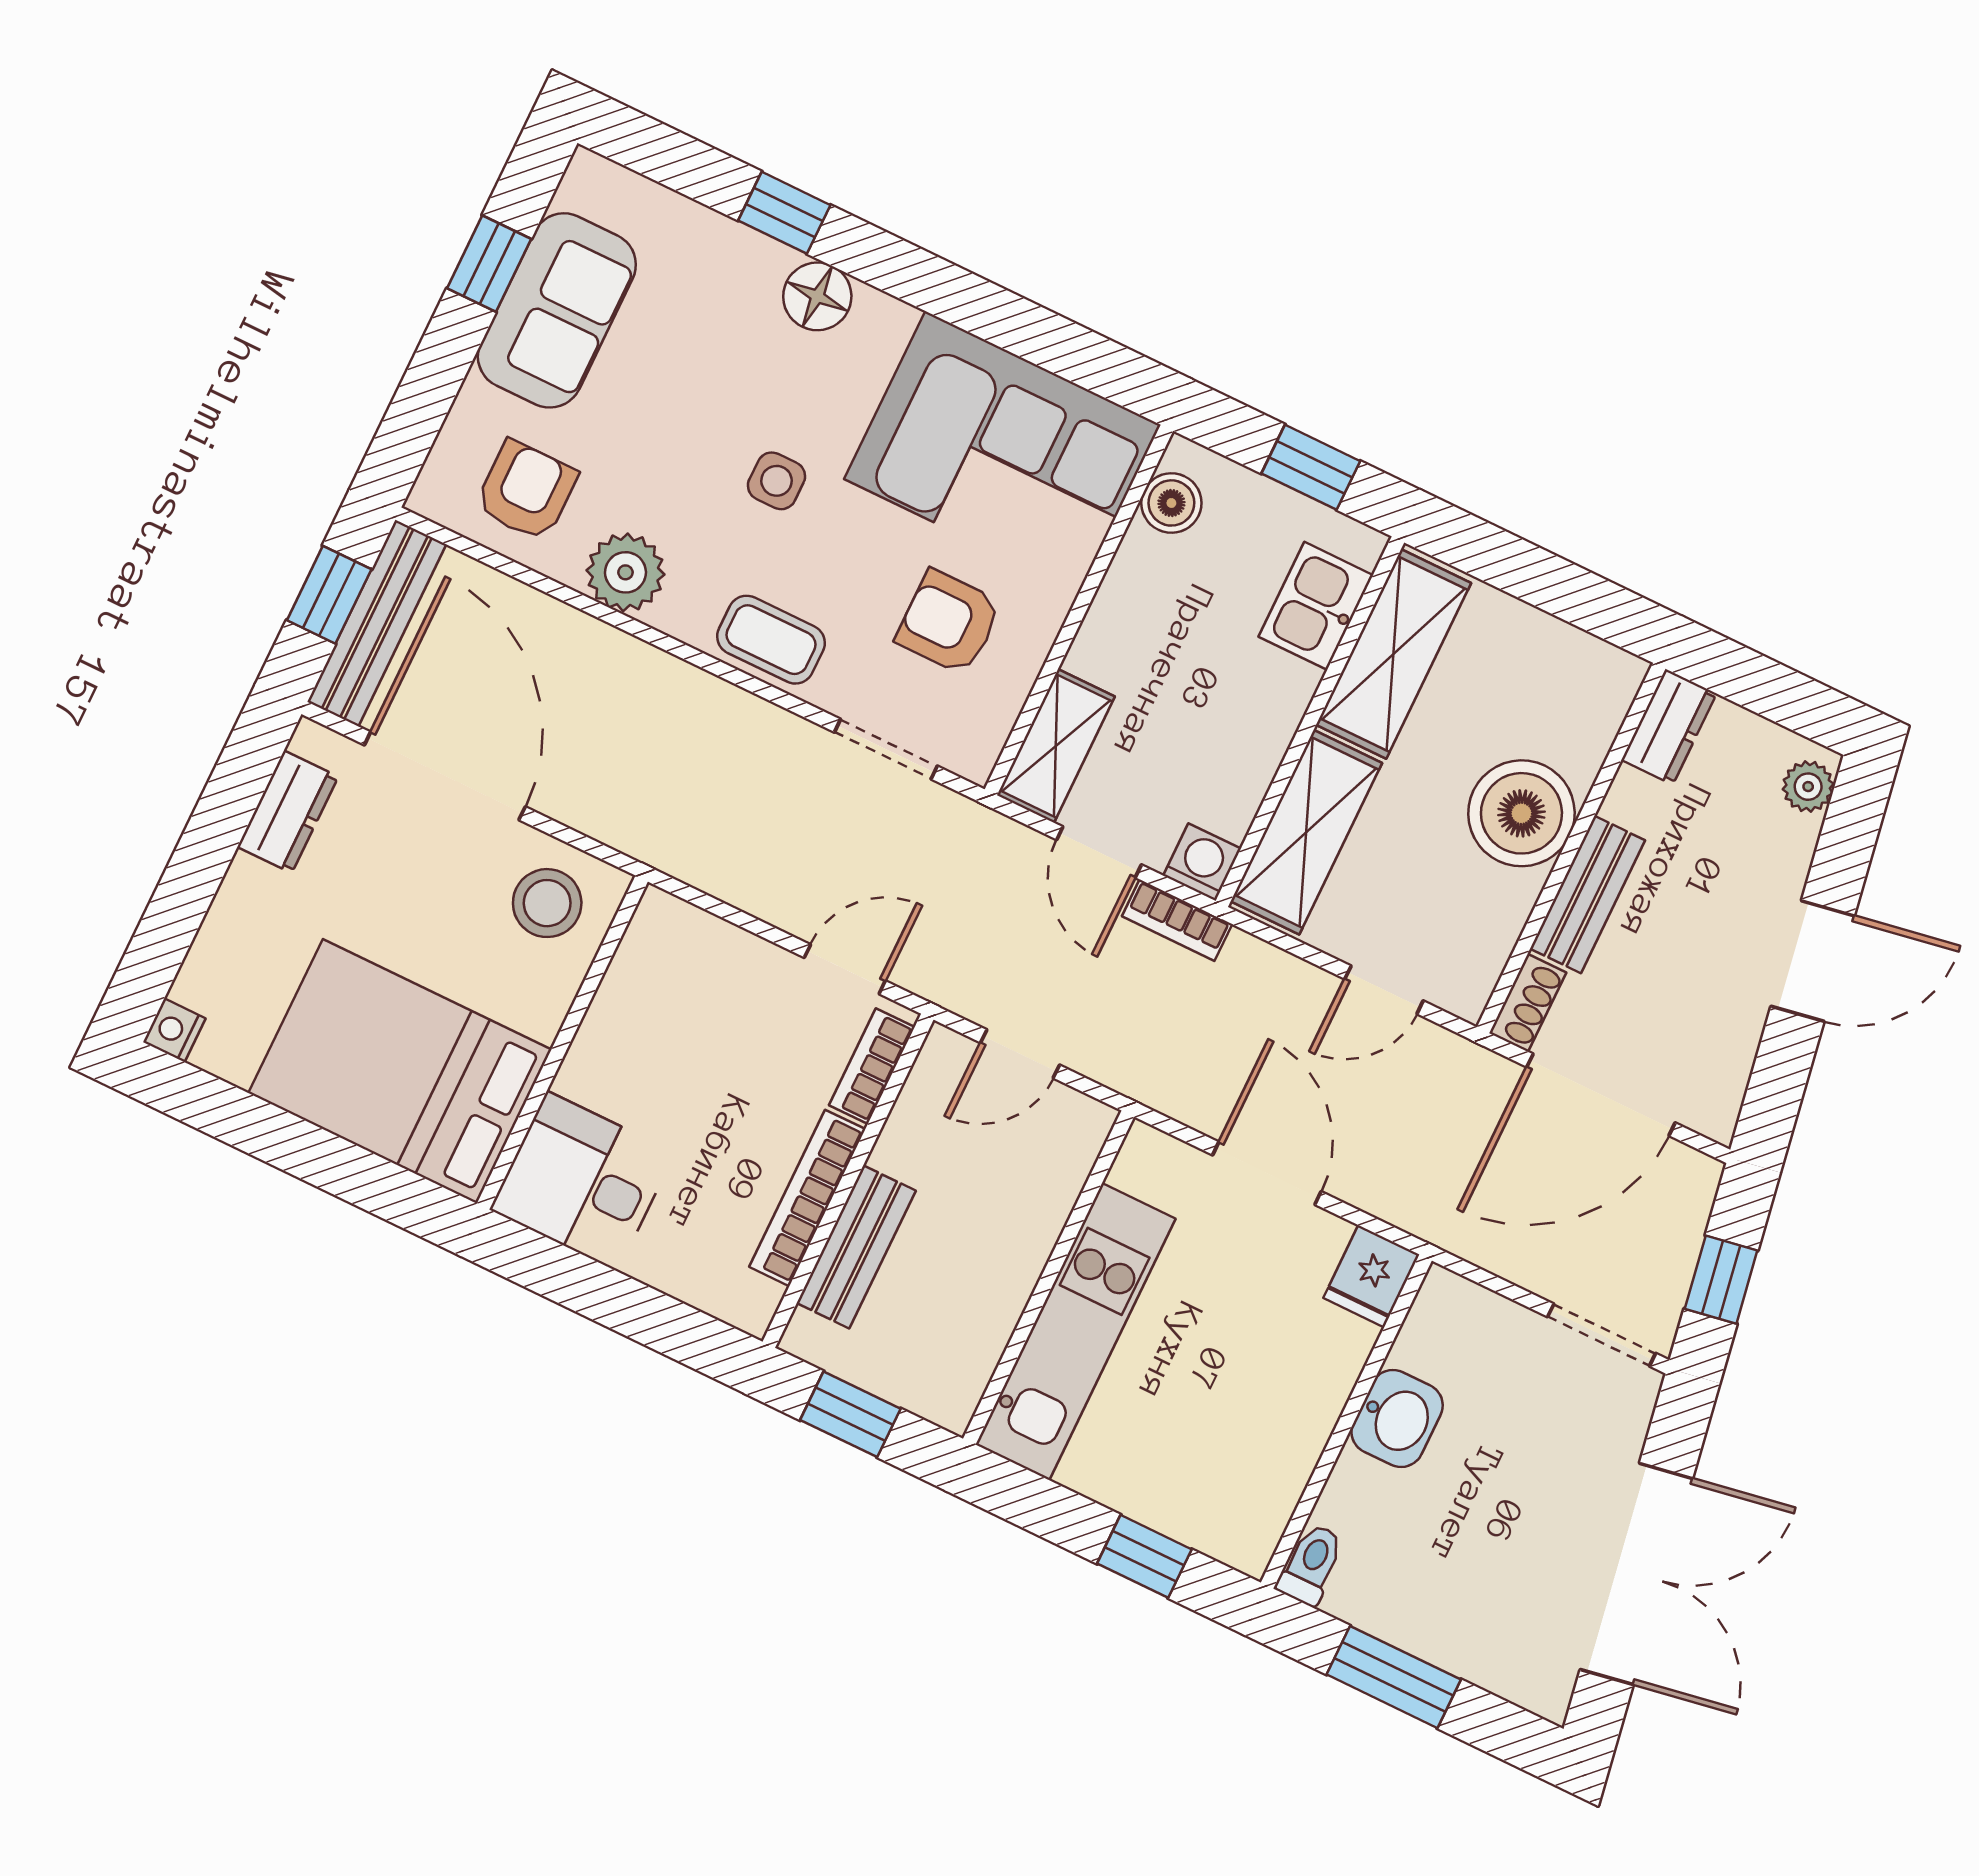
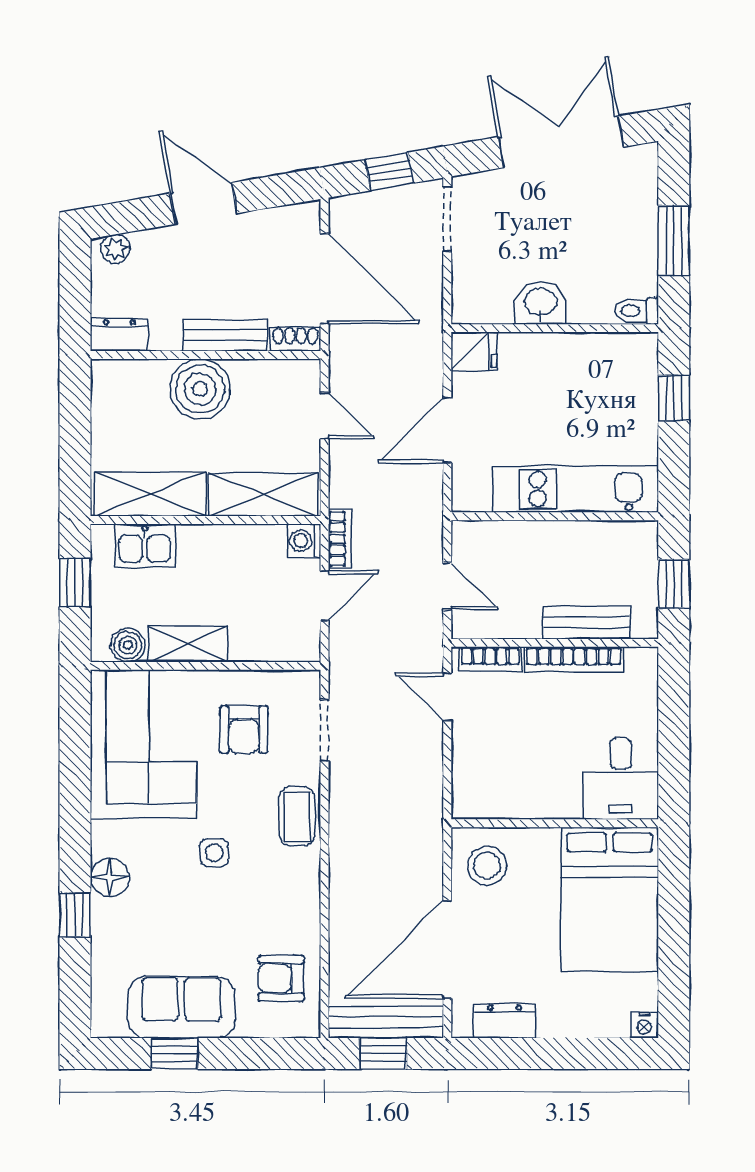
plant: (625, 572) -> (298, 907), removed
shelving: (1056, 746) -> (188, 644), moved

